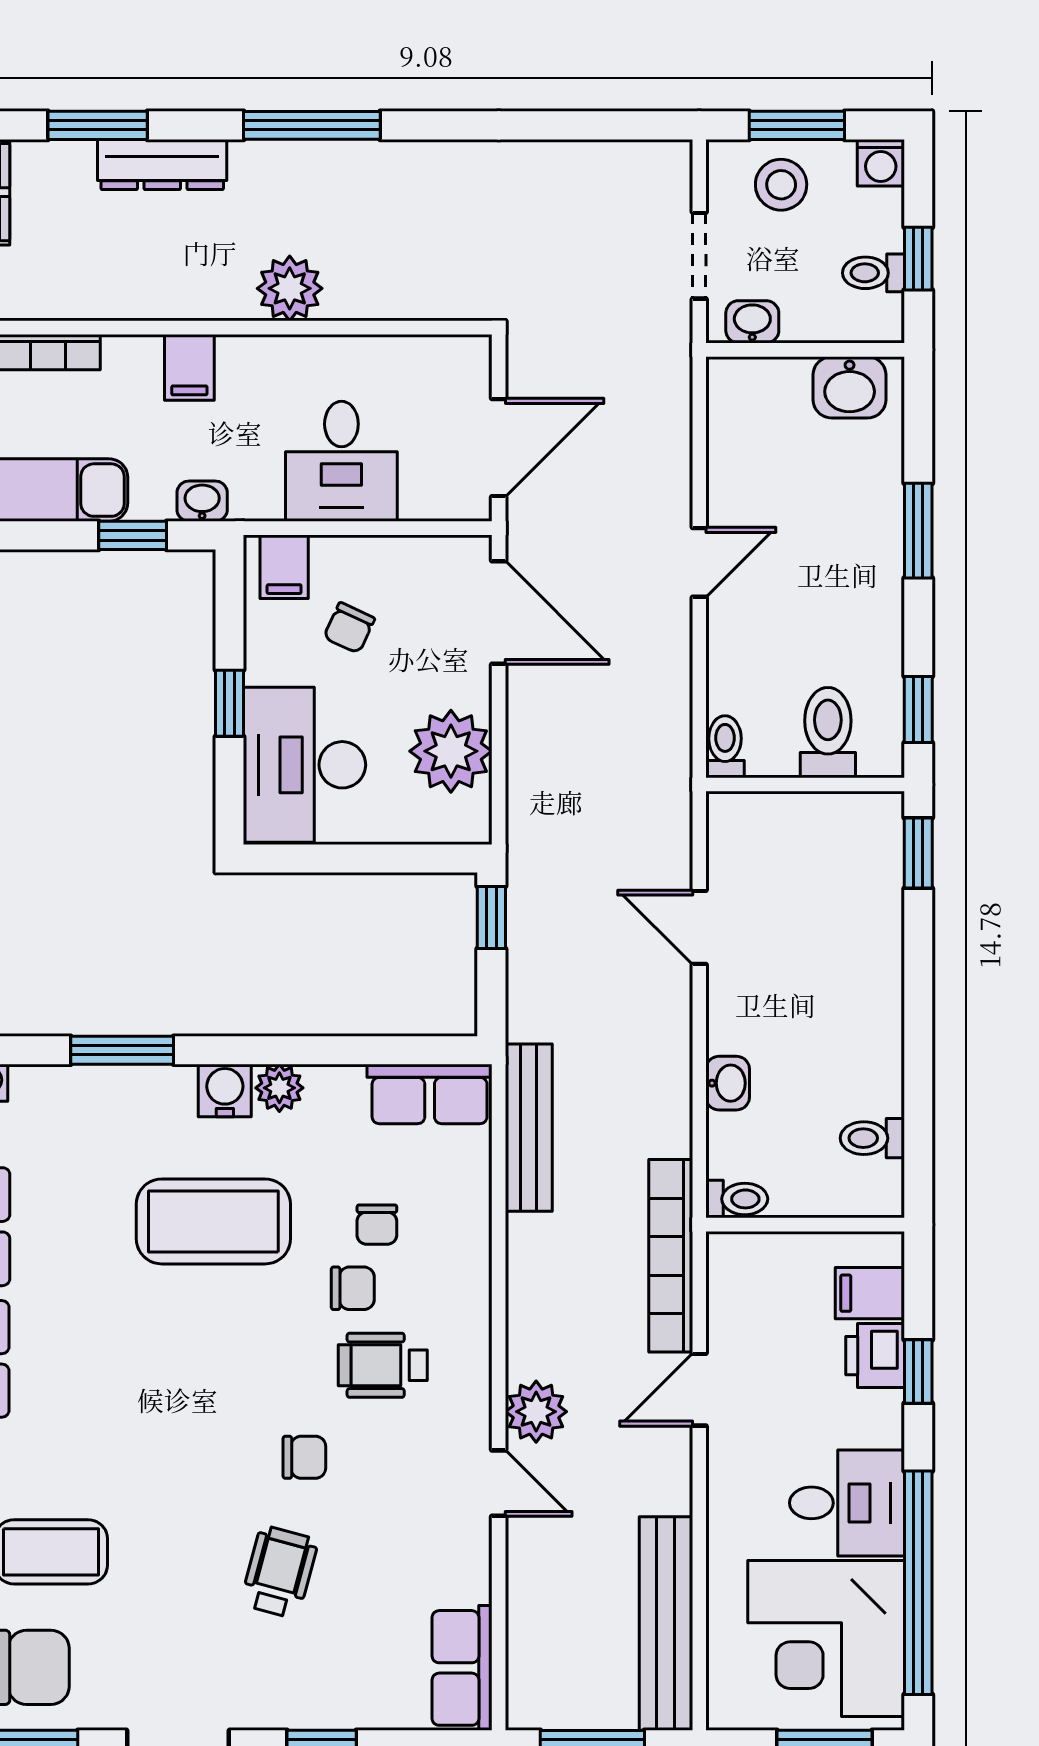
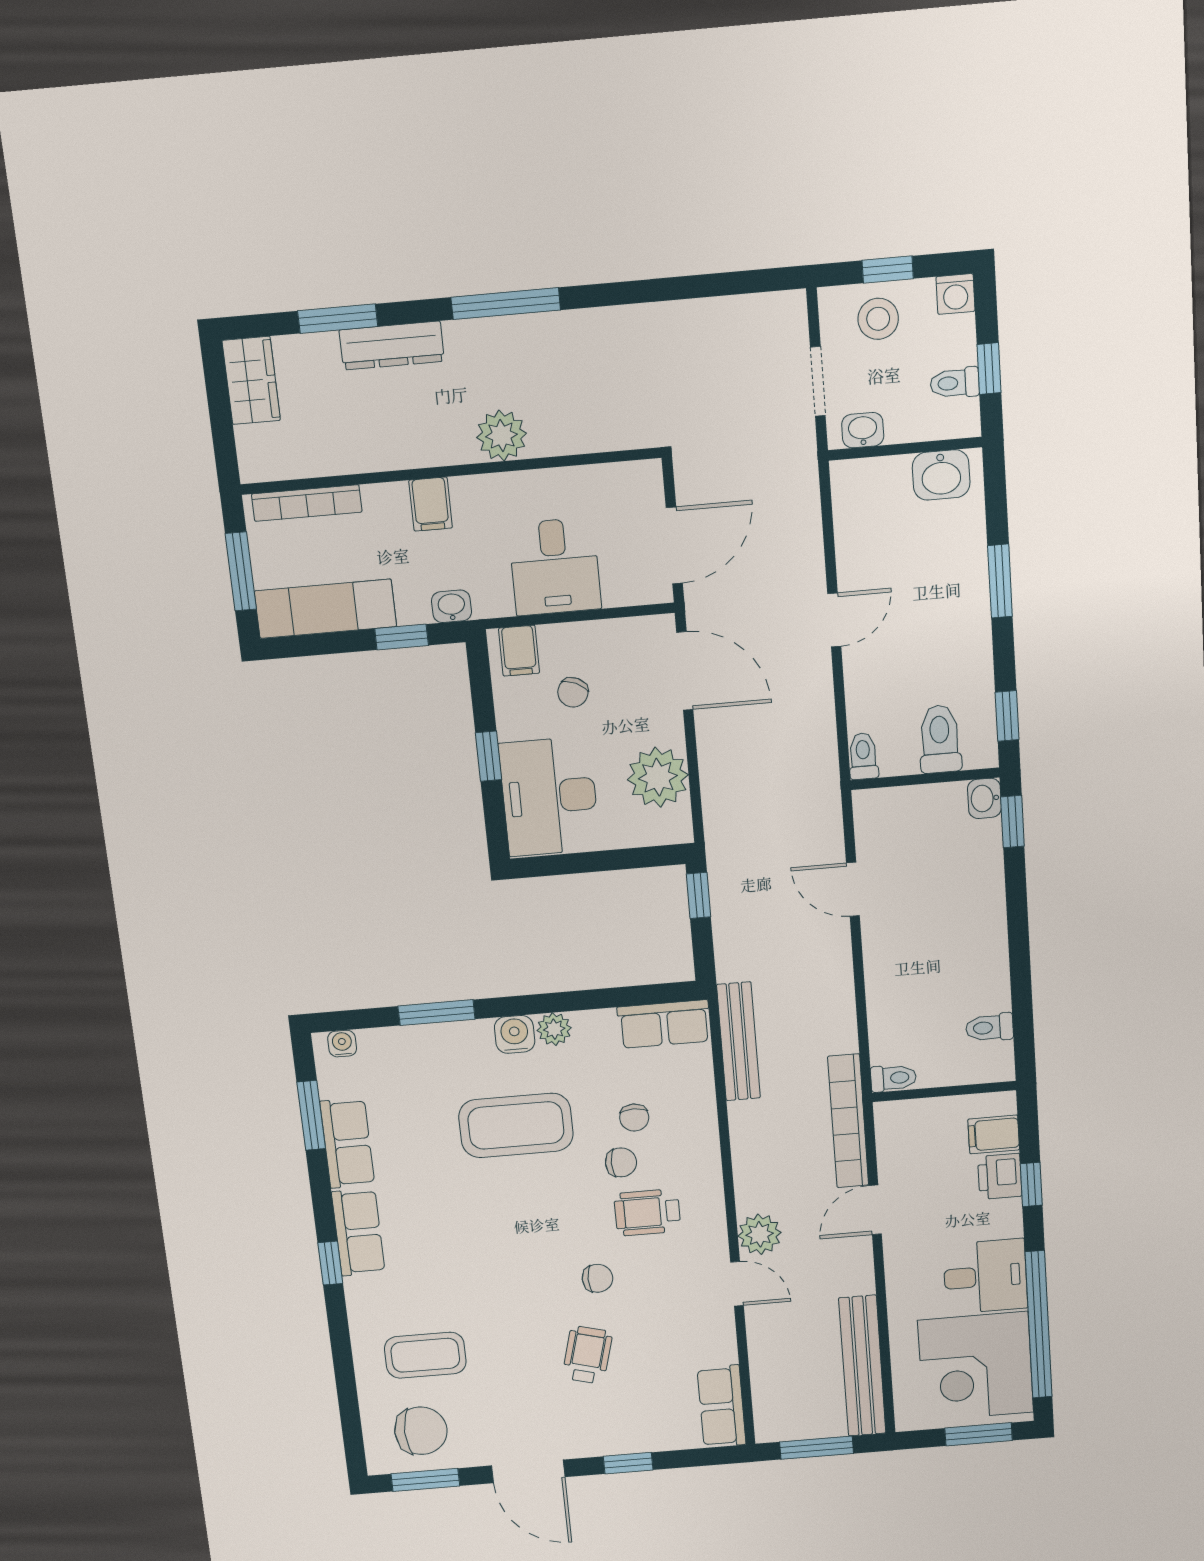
window: (797, 125) -> (888, 270), width x0.67
washbasin: (728, 1083) -> (984, 798), moved, turned 180

